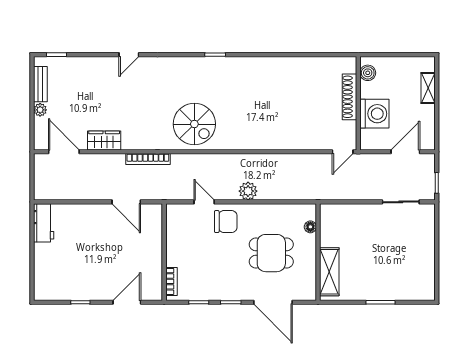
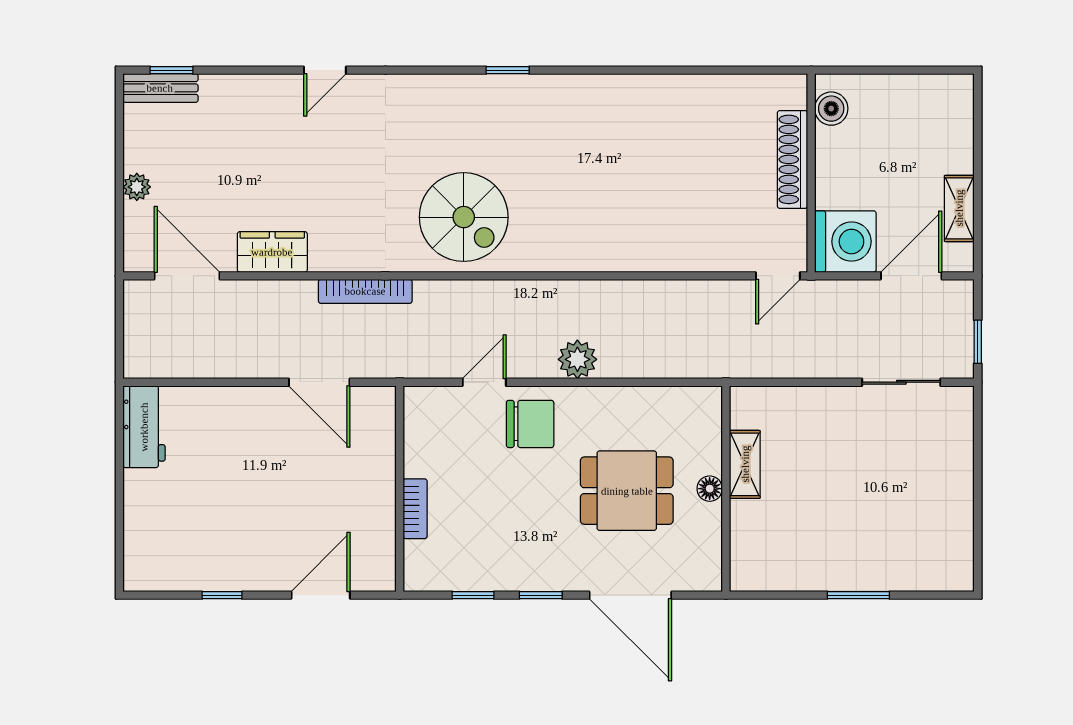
bench: (40, 84) -> (160, 88), moved, turned 90
shelving: (428, 88) -> (959, 208), moved
washing machine: (374, 114) -> (845, 242), moved
door: (204, 202) -> (484, 382), hinge flipped
floor lamp: (310, 227) -> (710, 489), moved
shelving: (329, 272) -> (745, 464), moved, width x0.67, depth x0.75
bookcase: (171, 281) -> (415, 509), moved

